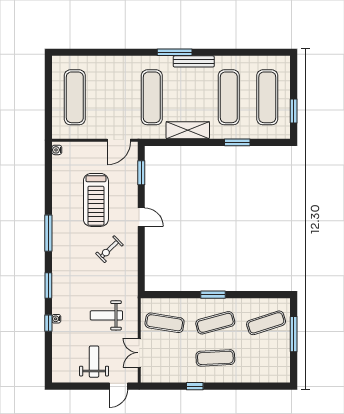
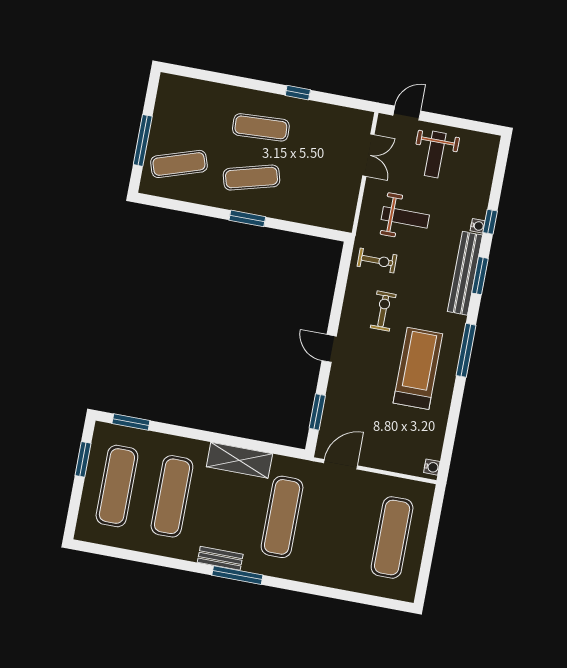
bench: (194, 61) -> (220, 558), width x0.73
window: (237, 142) -> (131, 422), moved
treadmill: (96, 200) -> (418, 368), moved
exercise bike: (109, 249) -> (383, 311), turned -46
exercise bike: (120, 283) -> (377, 261), added
bench: (59, 285) -> (465, 273), added
exercise mat: (165, 323) -> (324, 191), removed

